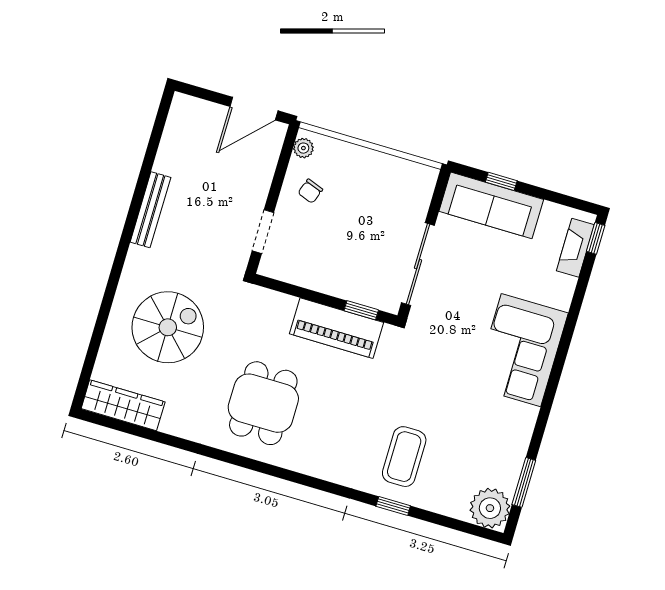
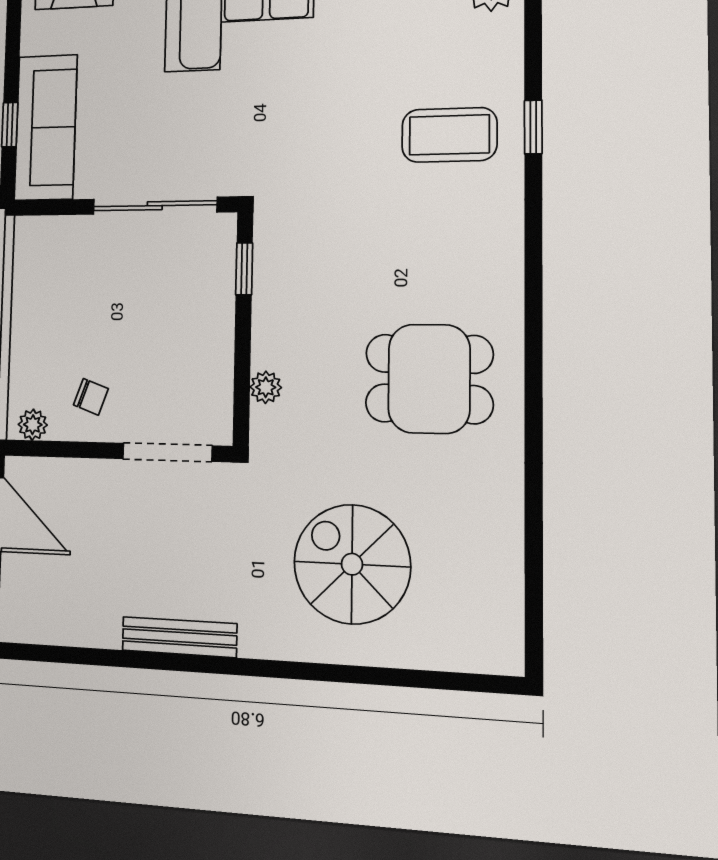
doorway: (263, 232) -> (167, 452), width x1.38
plant: (285, 304) -> (266, 387), added
piano: (336, 328) -> (281, 298), removed
wardrobe: (123, 405) -> (499, 607), removed

